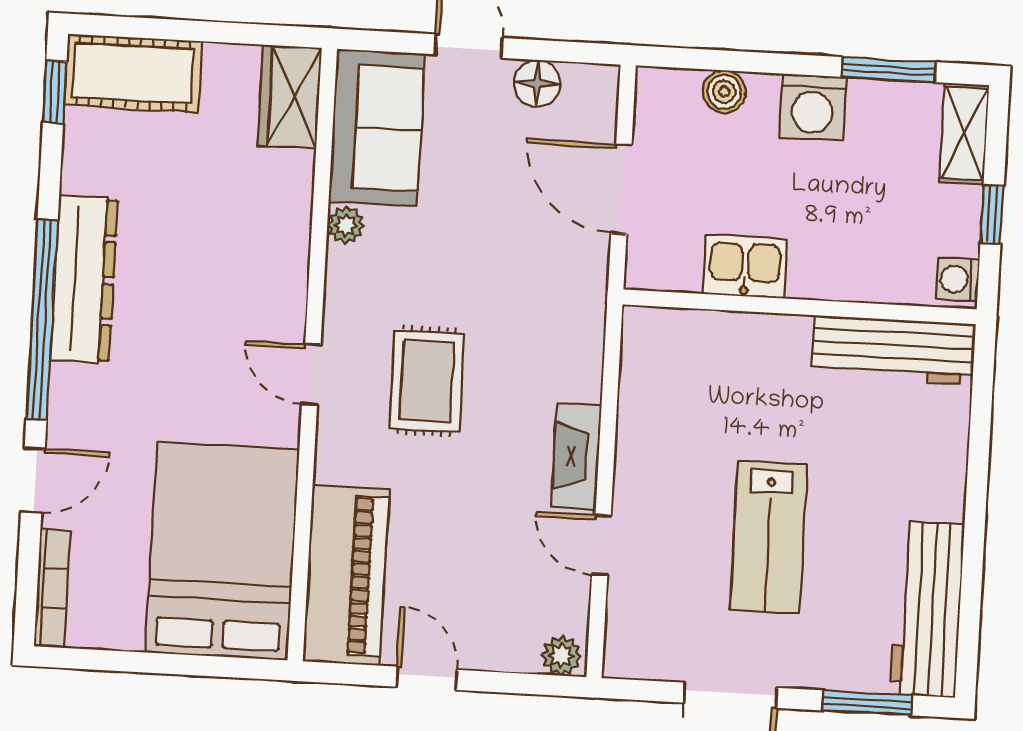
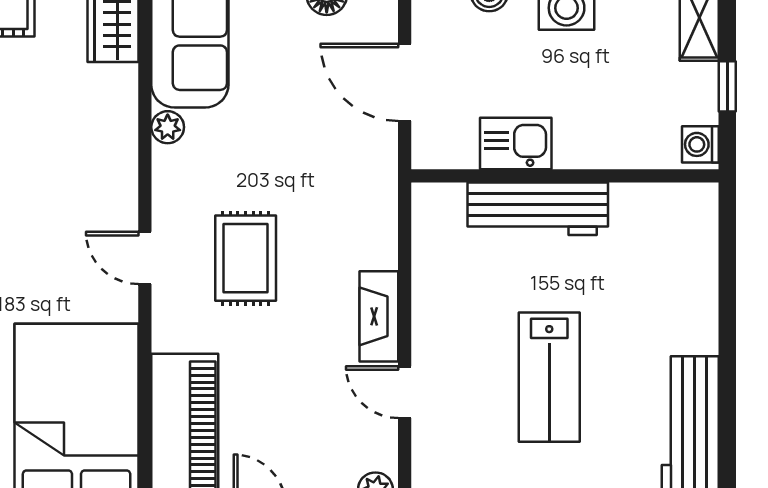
workbench: (894, 350) -> (538, 209), moved

